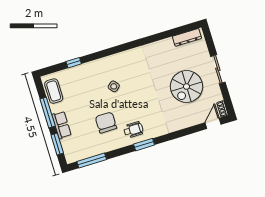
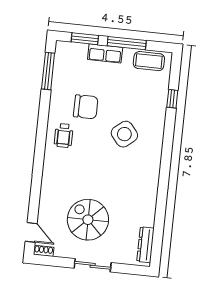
side table: (114, 86) -> (124, 134), width x1.87, depth x1.87
window: (144, 145) -> (41, 141), removed

